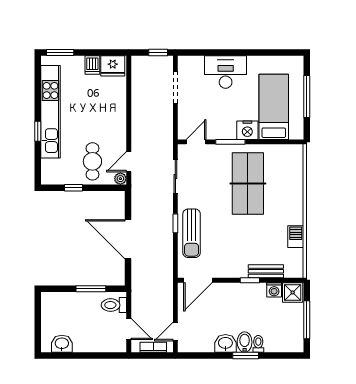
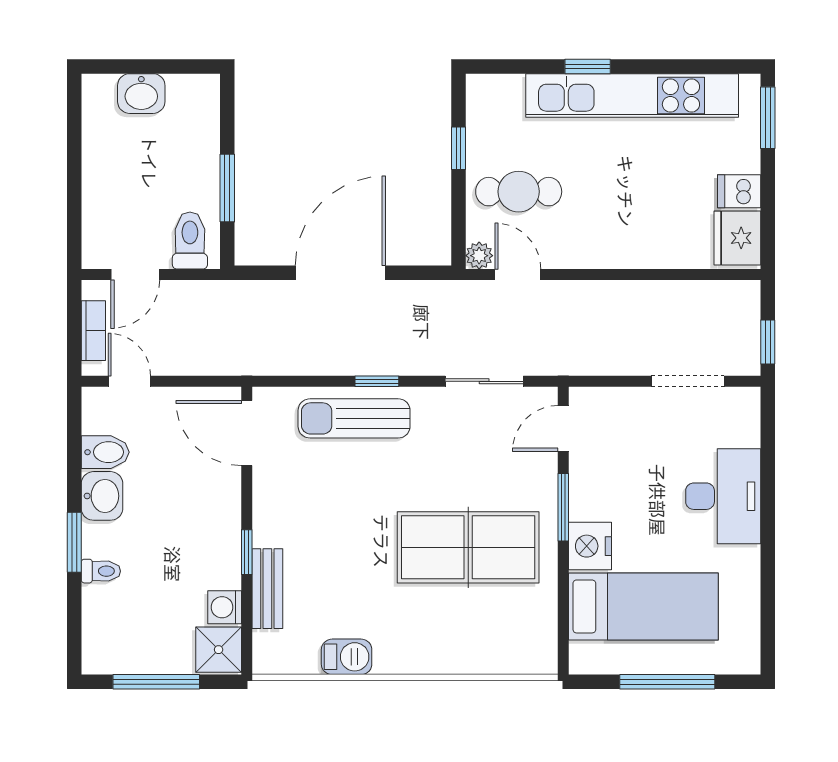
door: (196, 142) -> (563, 428), swing flipped
bidet: (245, 342) -> (105, 452), moved
washbasin: (62, 344) -> (141, 94), moved, turned 90

